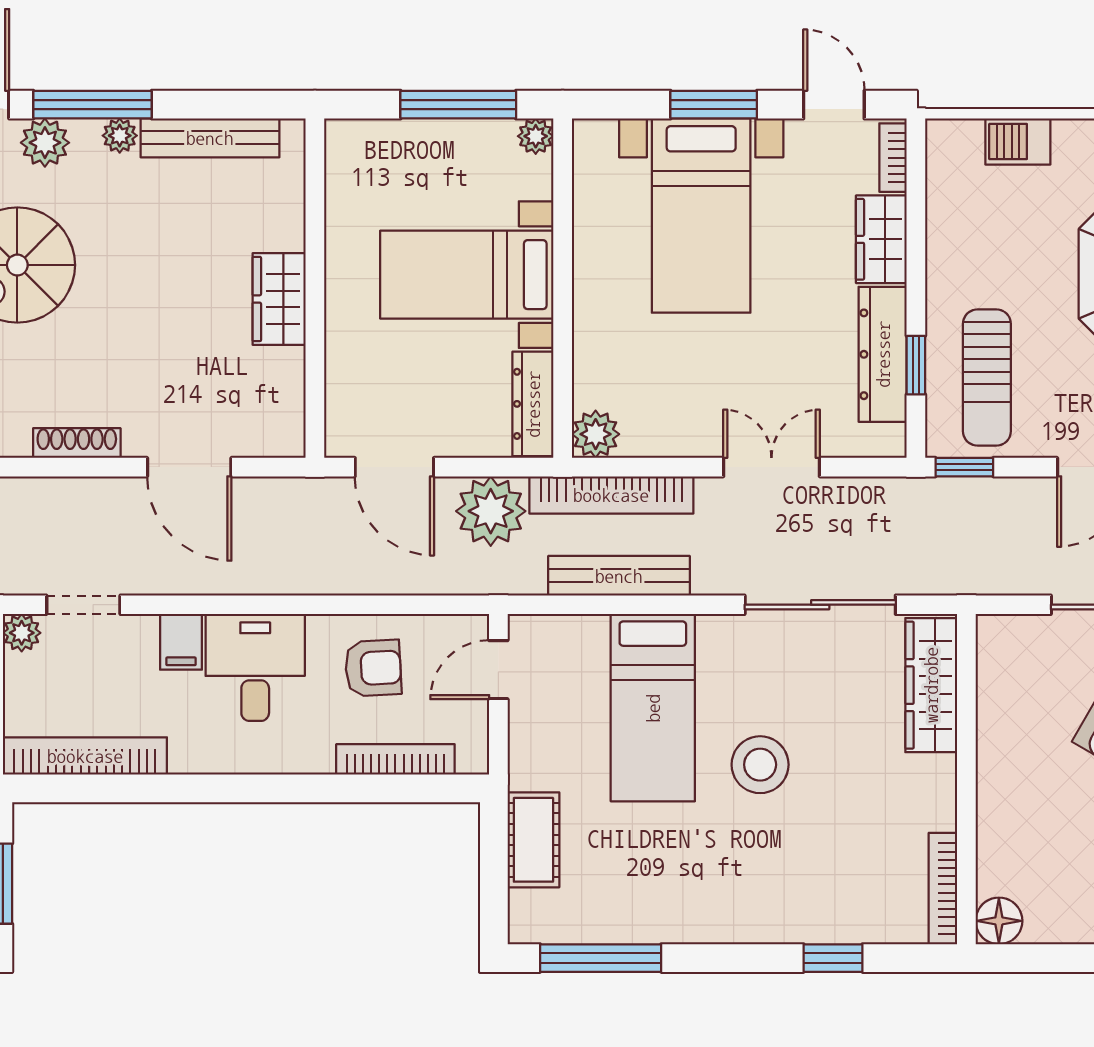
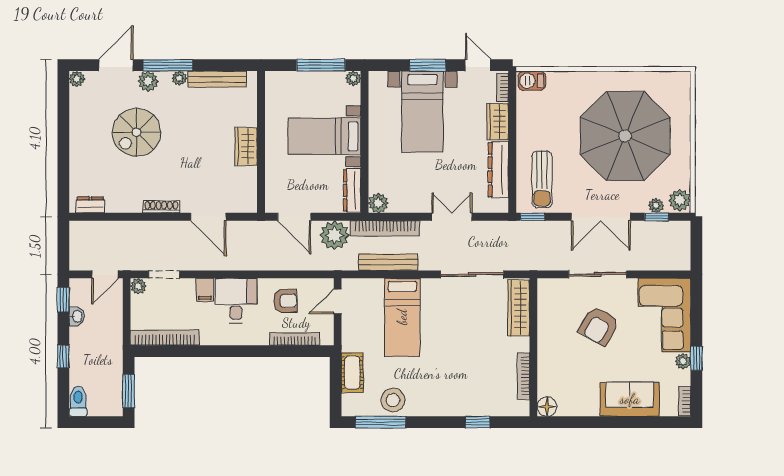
barbecue: (1018, 141) -> (532, 81), moved
window: (916, 365) -> (512, 174), removed
stool: (760, 765) -> (393, 400), moved
bookcase: (943, 889) -> (524, 376), moved

